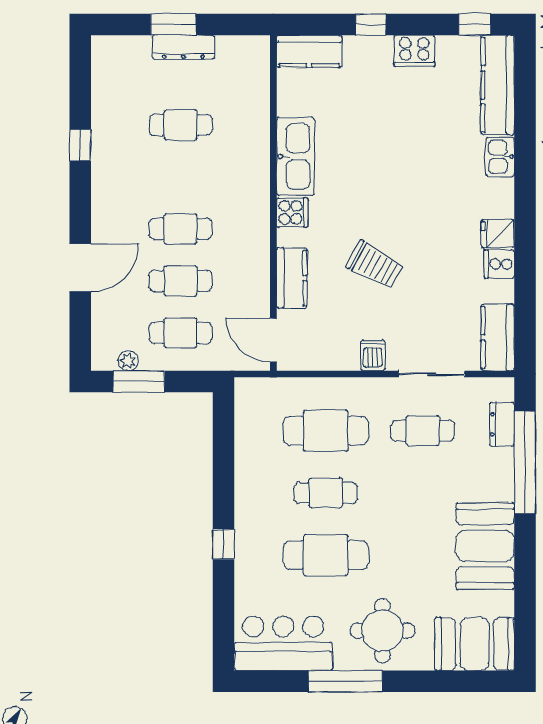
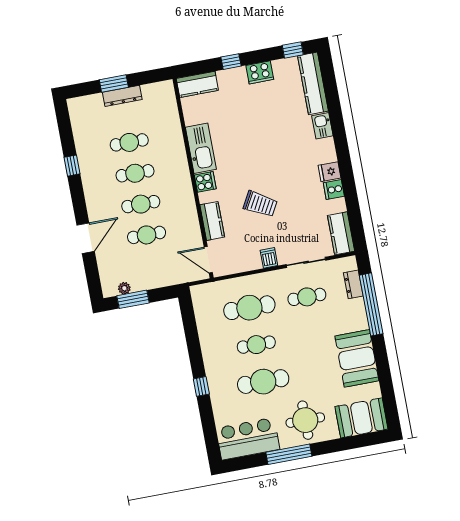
cafe table: (181, 333) -> (135, 173), moved

